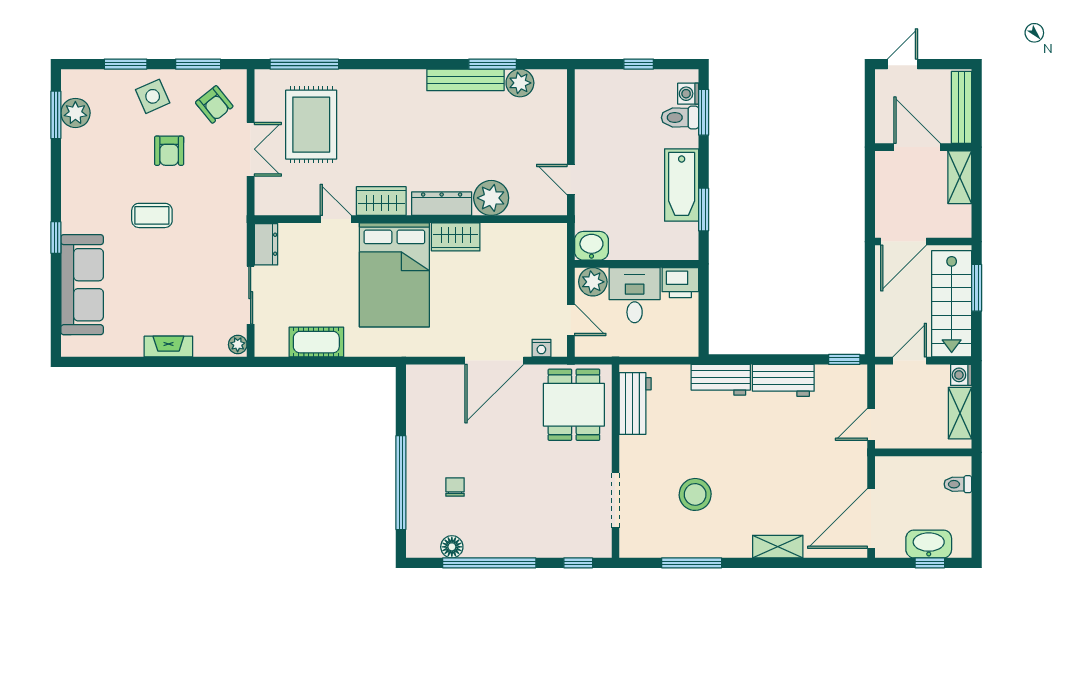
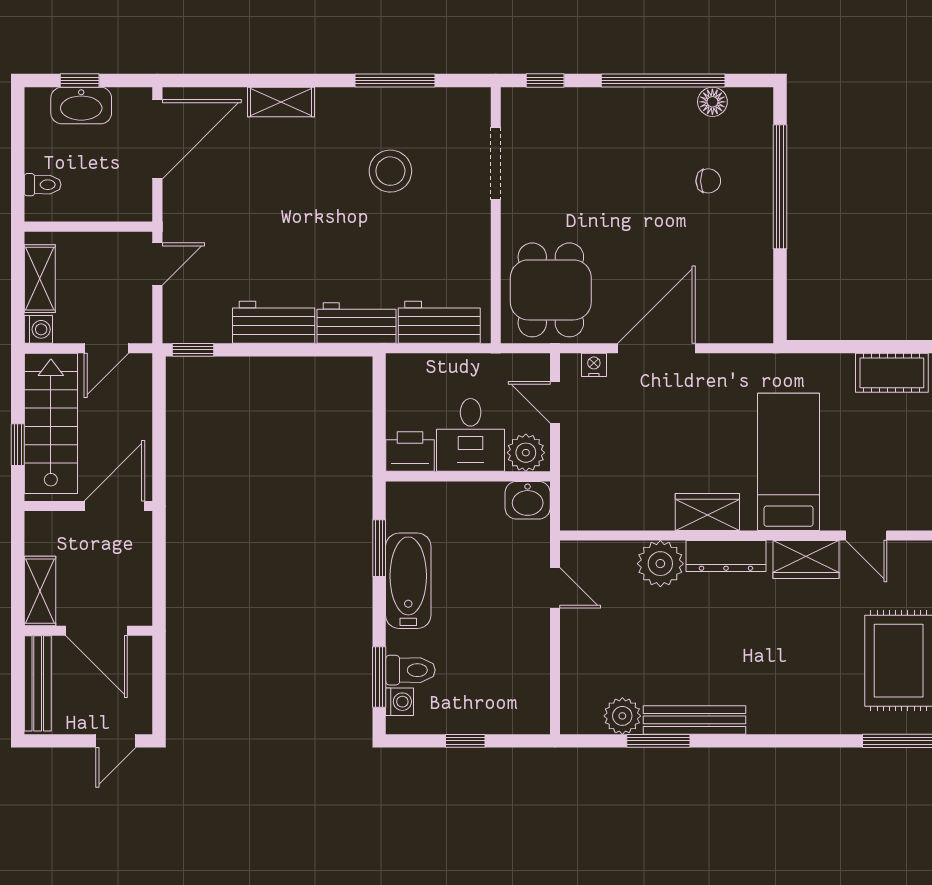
bed: (394, 275) -> (789, 462), width x0.67
window: (977, 288) -> (18, 445), width x0.67
workbench: (635, 403) -> (439, 322), moved, turned 90
chair: (455, 487) -> (708, 181), turned -90

